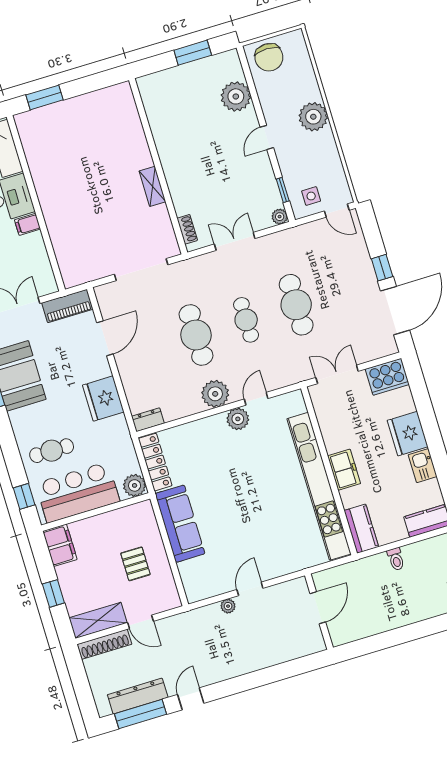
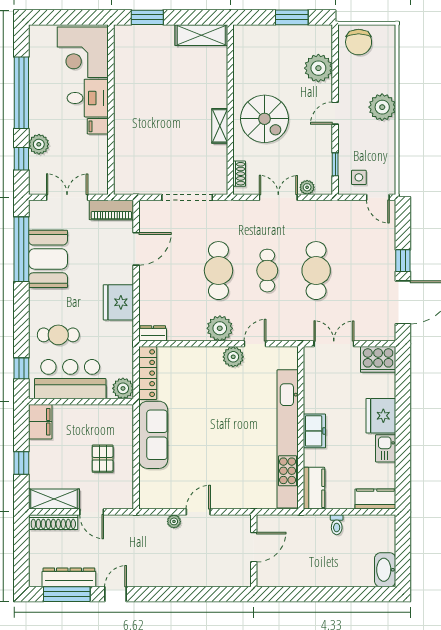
shelving: (105, 99) -> (201, 35), added
spiral stairs: (196, 165) -> (265, 119), added
plant: (280, 217) -> (307, 187), moved

